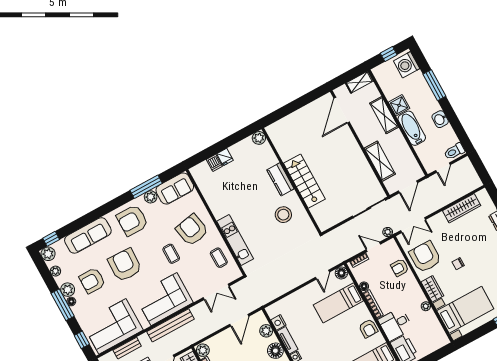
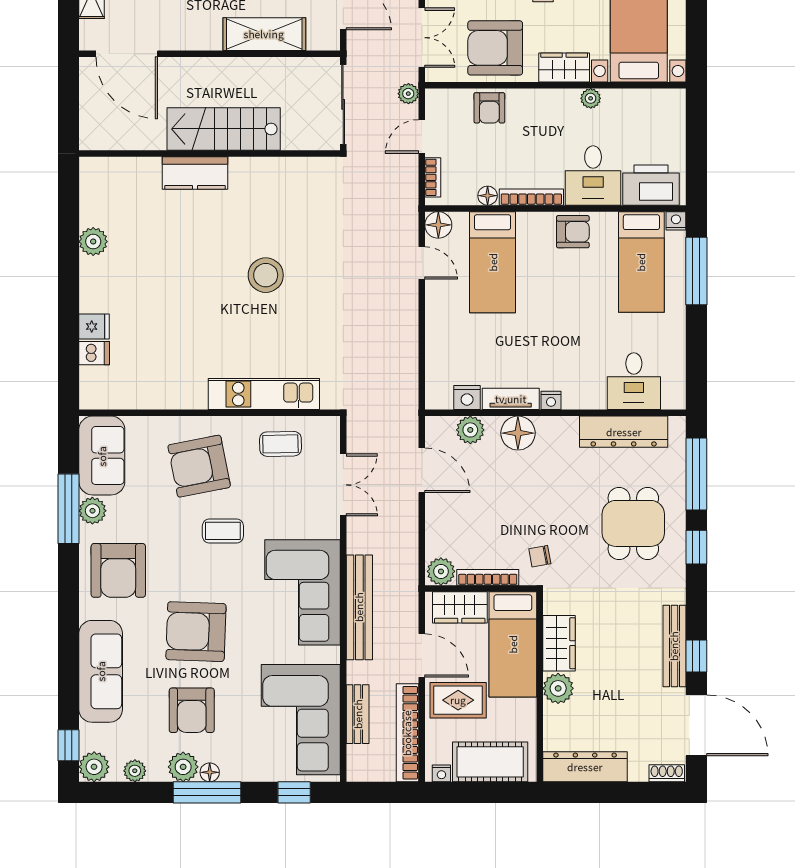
kitchen counter: (280, 179) -> (195, 173), moved
wall: (291, 181) -> (209, 153), moved
stairs: (304, 181) -> (224, 129), moved

